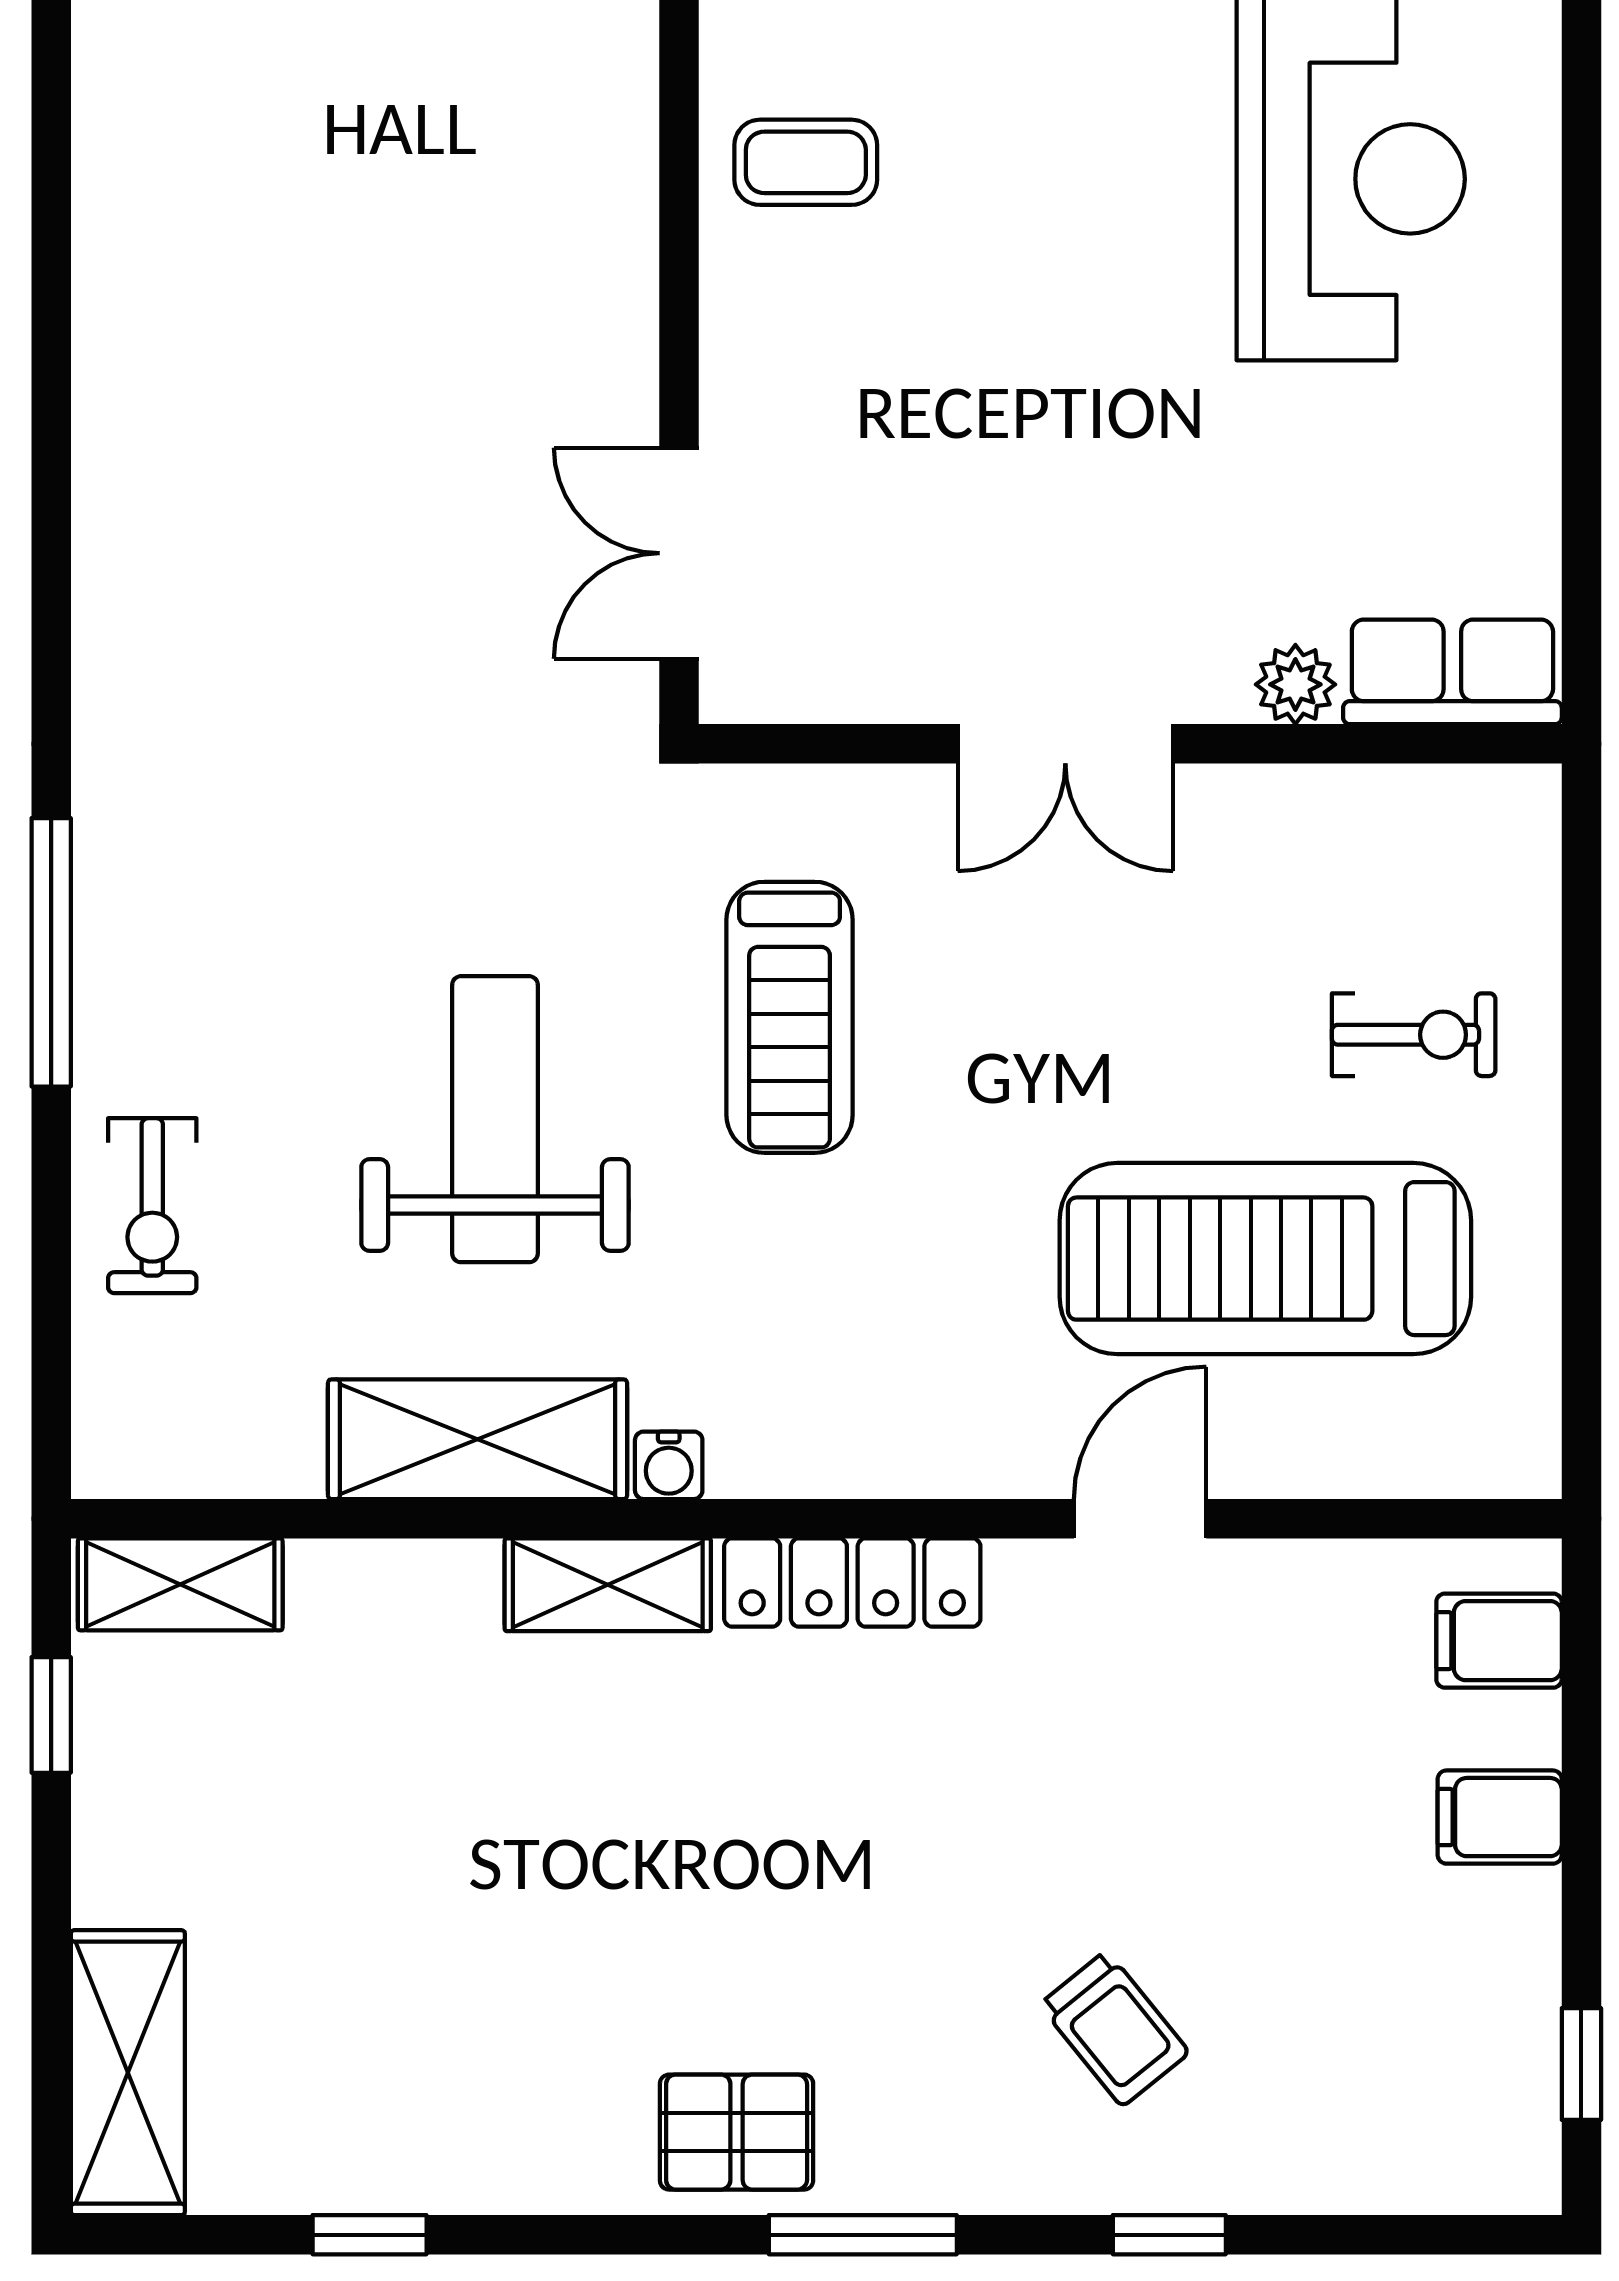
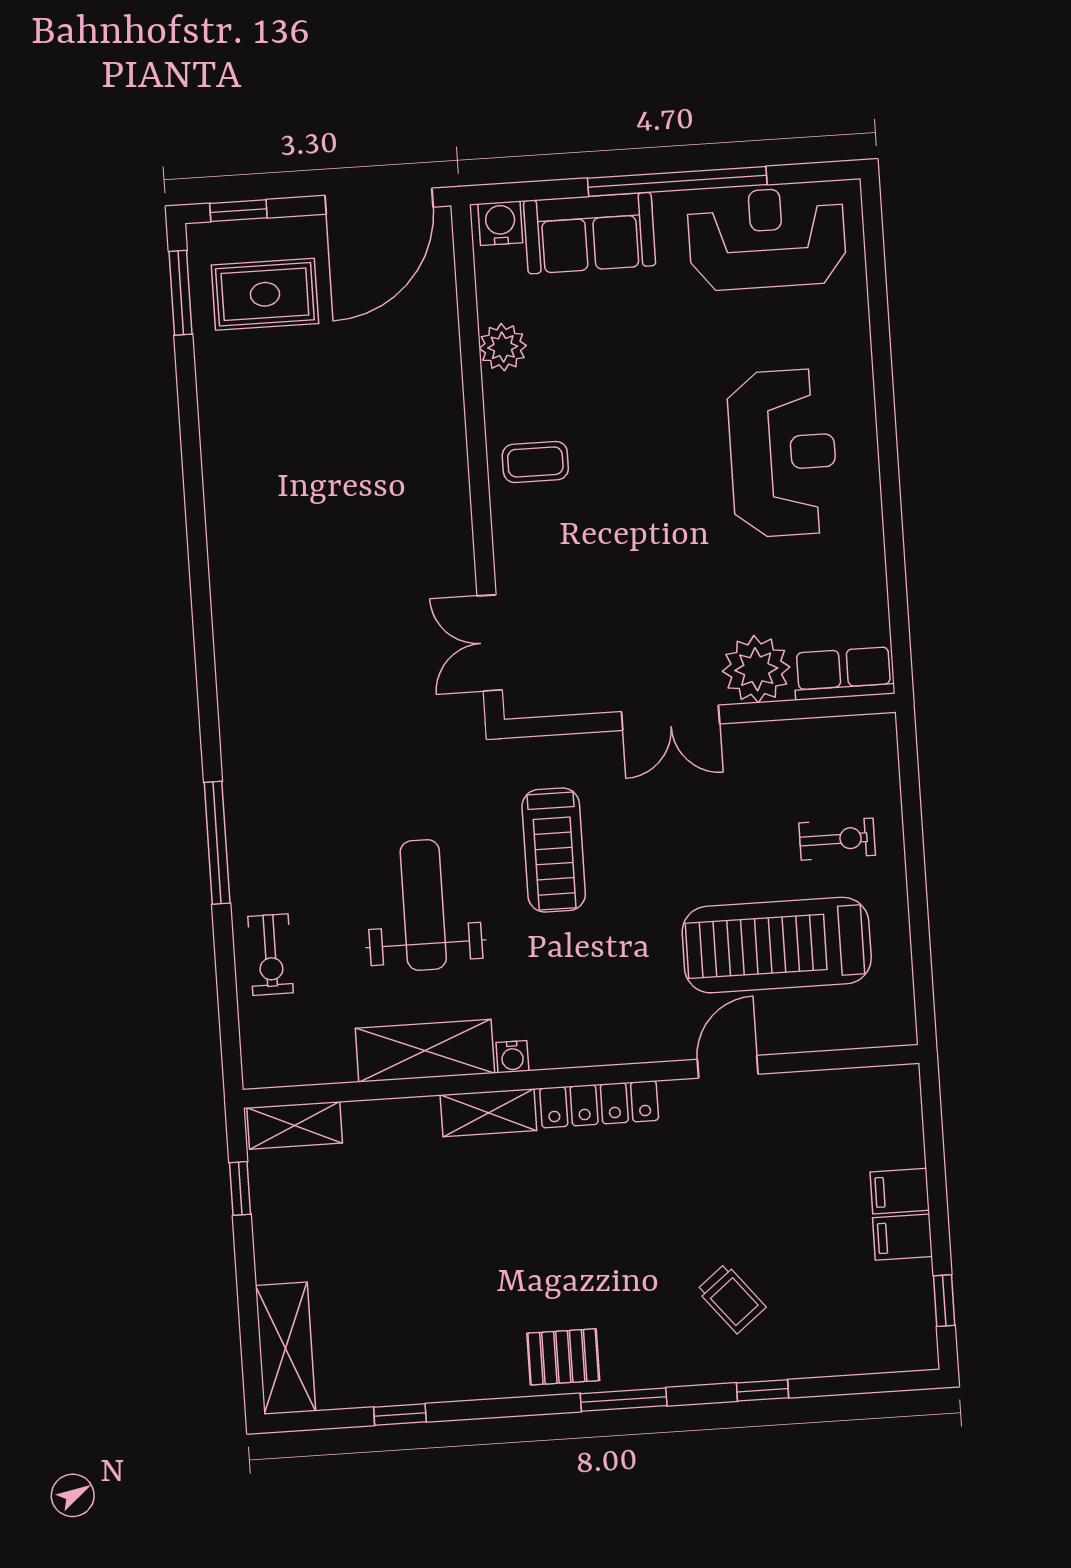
plant: (1295, 684) -> (756, 669), width x1.88, depth x1.88
filing cabinet: (1499, 1641) -> (902, 1237), moved

